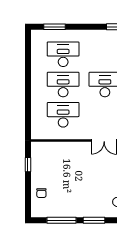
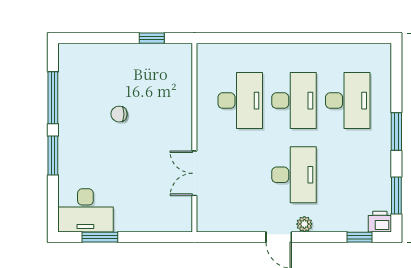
window: (55, 27) -> (396, 131), moved
chair: (41, 193) -> (119, 114), moved

